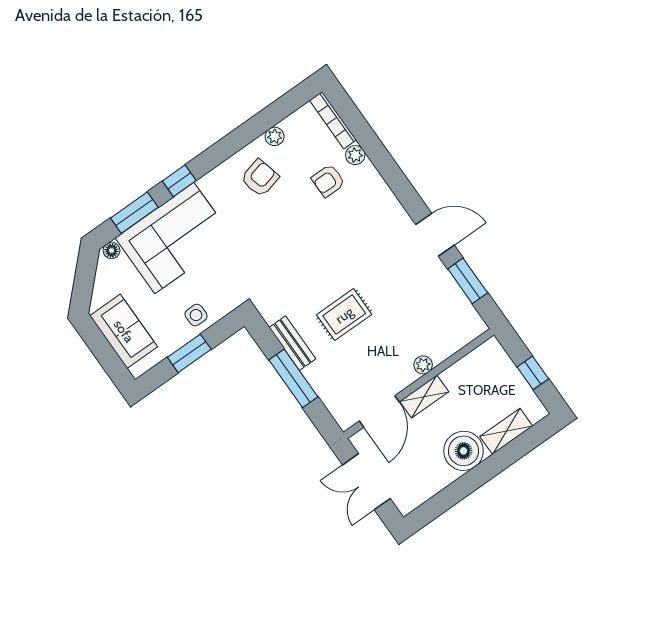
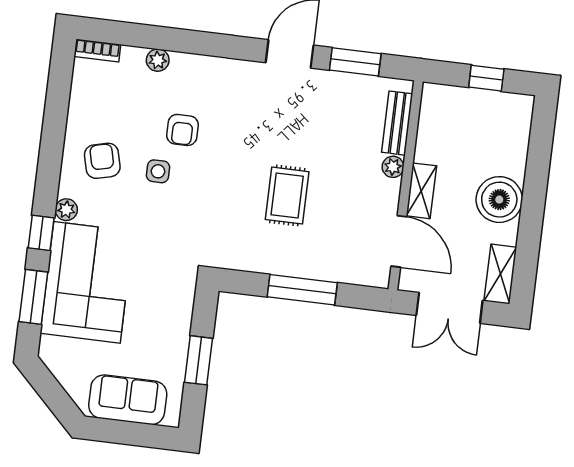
bookcase: (333, 120) -> (97, 50), width x0.64
plant: (275, 136) -> (66, 210), moved
armchair: (328, 181) -> (182, 130), moved
floor lamp: (112, 250) -> (48, 347), removed
side table: (196, 315) -> (158, 171), moved
bench: (292, 343) -> (397, 123), moved, turned 90
shelving: (506, 431) -> (500, 274), moved

